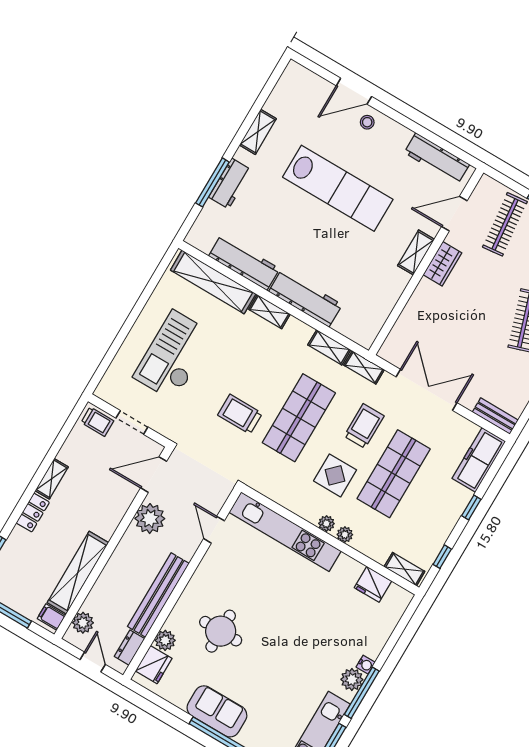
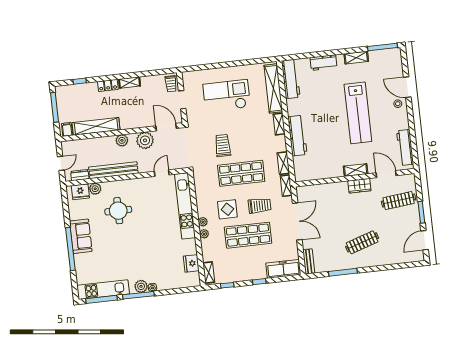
window: (212, 182) -> (382, 47), moved
workbench: (244, 262) -> (291, 79), moved
plant: (83, 623) -> (122, 140), moved

